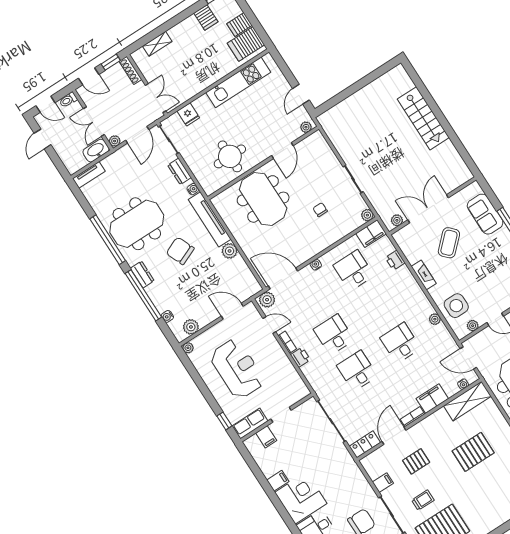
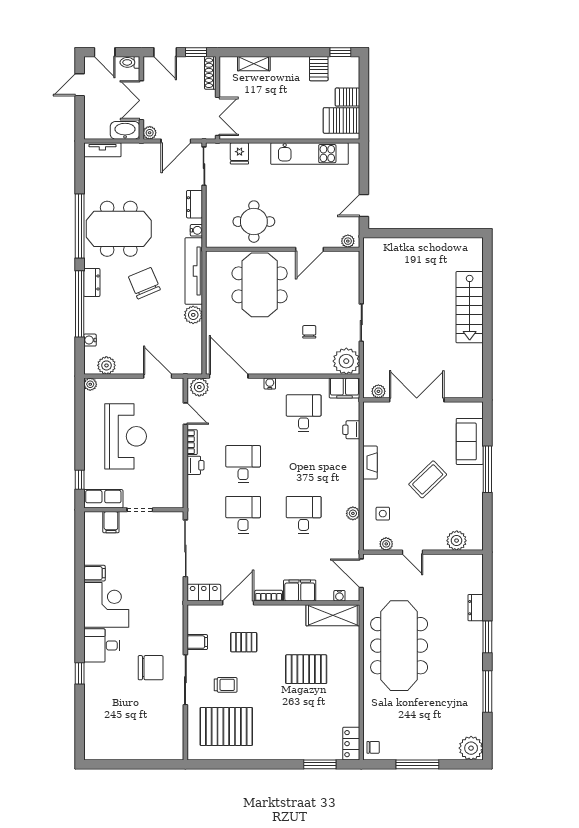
plant: (367, 215) -> (346, 361), width x1.87, depth x1.87
coffee table: (449, 243) -> (428, 479), moved
side table: (456, 306) -> (383, 514), width x0.54, depth x0.54

